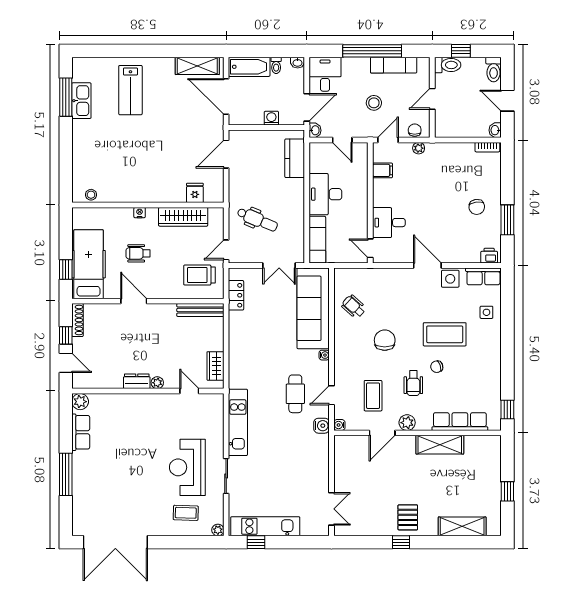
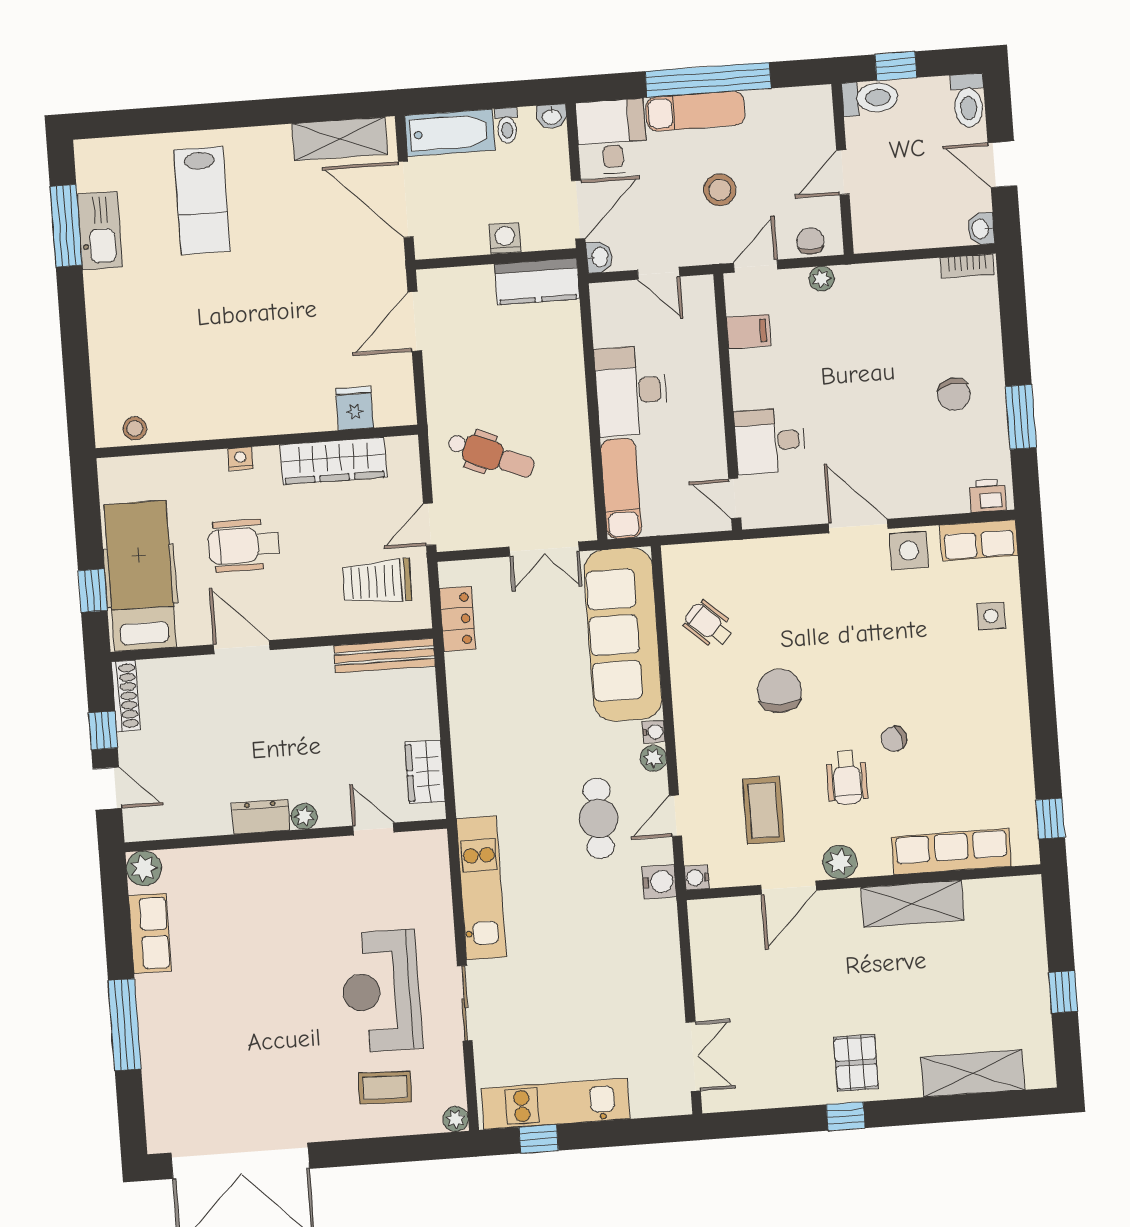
exam couch: (394, 65) -> (695, 111), moved
kitchen counter: (295, 158) -> (537, 281), moved, turned -90
wheelchair: (138, 253) -> (244, 545), width x1.36, depth x1.37
coffee table: (445, 334) -> (906, 669), removed
plant: (323, 367) -> (653, 758), added

